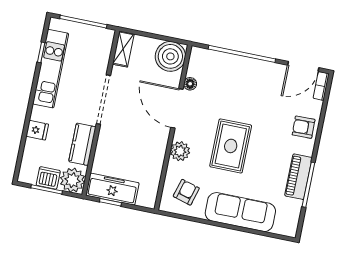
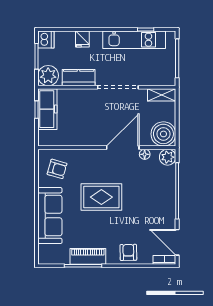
plant: (180, 151) -> (168, 157), moved
dishwasher: (48, 178) -> (46, 39), moved

